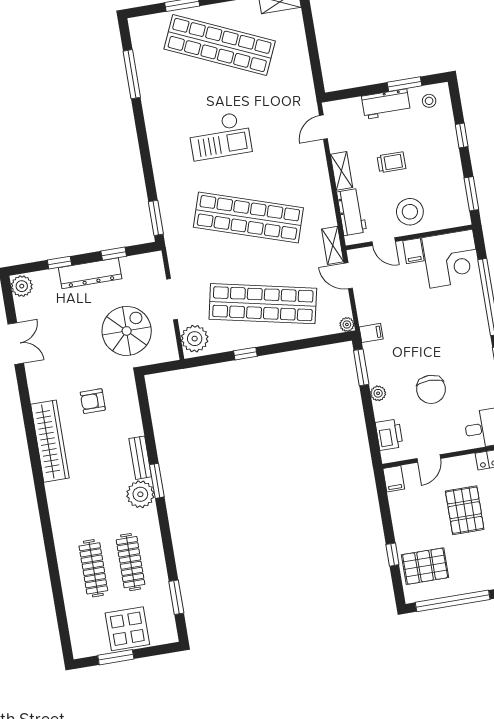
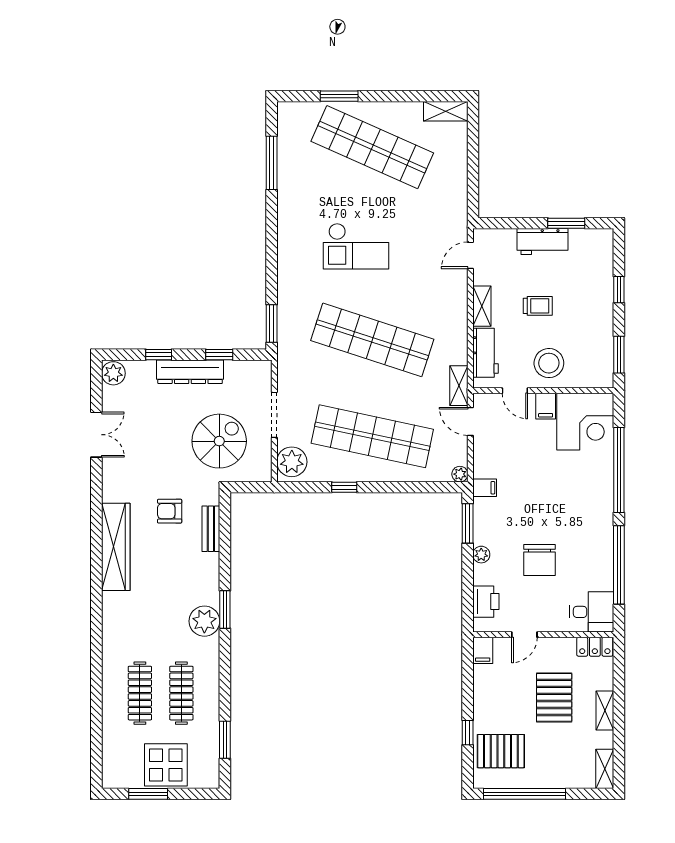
stool: (429, 101) -> (590, 246), removed
bench: (140, 458) -> (211, 529), moved

